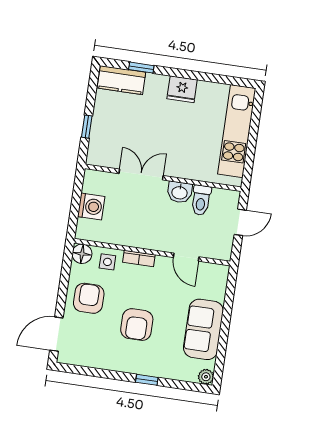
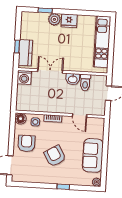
kitchen counter: (121, 80) -> (25, 53), moved, turned -90
plant: (156, 85) -> (54, 19), added
washing machine: (91, 206) -> (24, 77), moved, turned 90
armchair: (137, 325) -> (55, 156), turned 149

